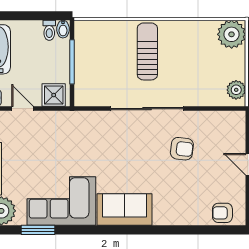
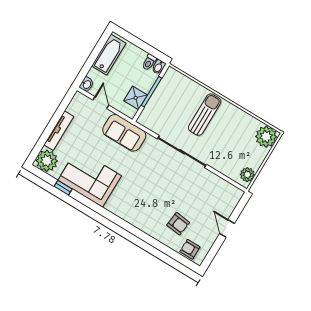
shower: (54, 95) -> (136, 98), moved
armchair: (182, 149) -> (178, 224), moved
sofa: (125, 210) -> (124, 133), moved, turned 180
window: (38, 230) -> (63, 188), width x0.67

